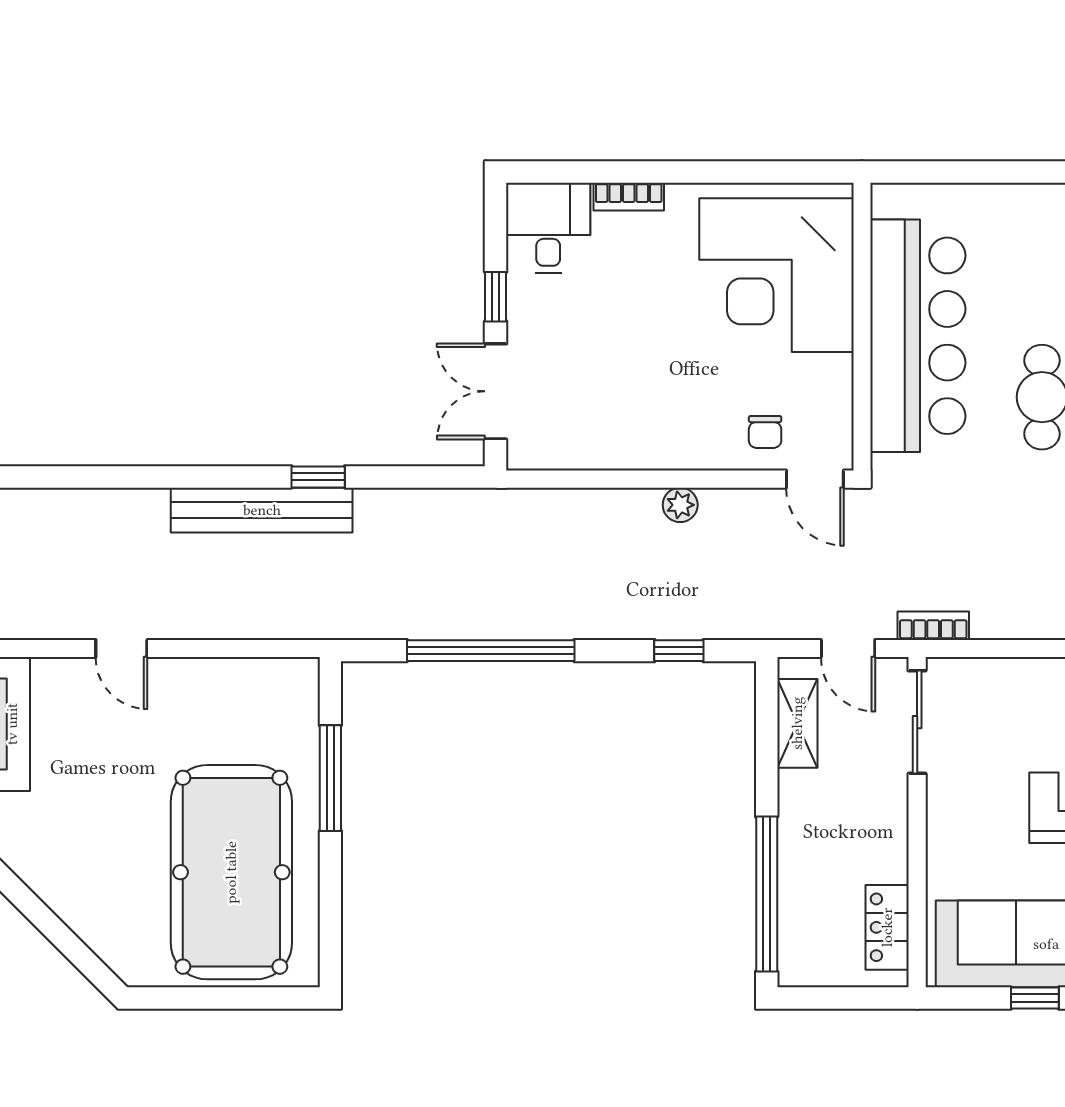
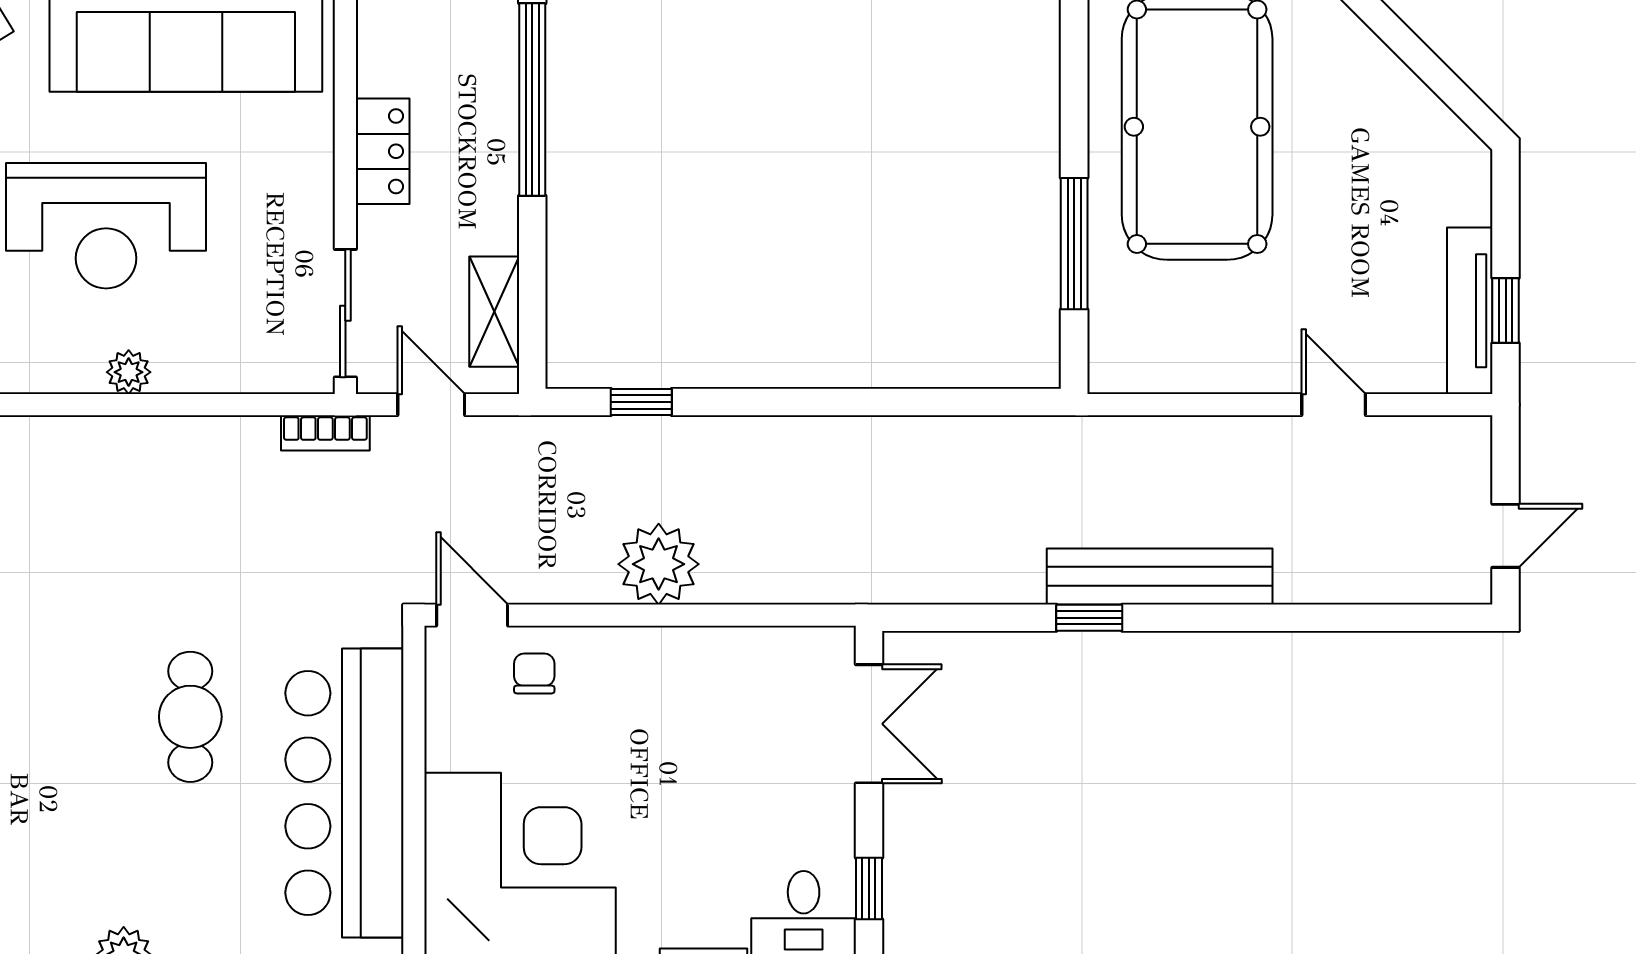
window: (496, 297) -> (869, 888), moved
plant: (680, 505) -> (659, 564), width x1.88, depth x1.88
window: (491, 651) -> (875, 402), removed
locker: (887, 927) -> (383, 151), moved

